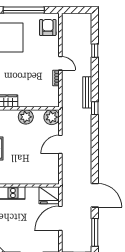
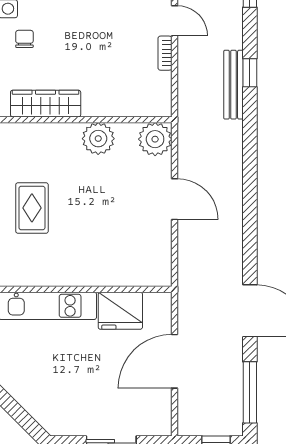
window: (95, 108) -> (250, 73), moved
door: (60, 144) -> (174, 199), swing flipped
fridge: (49, 195) -> (120, 311), moved

